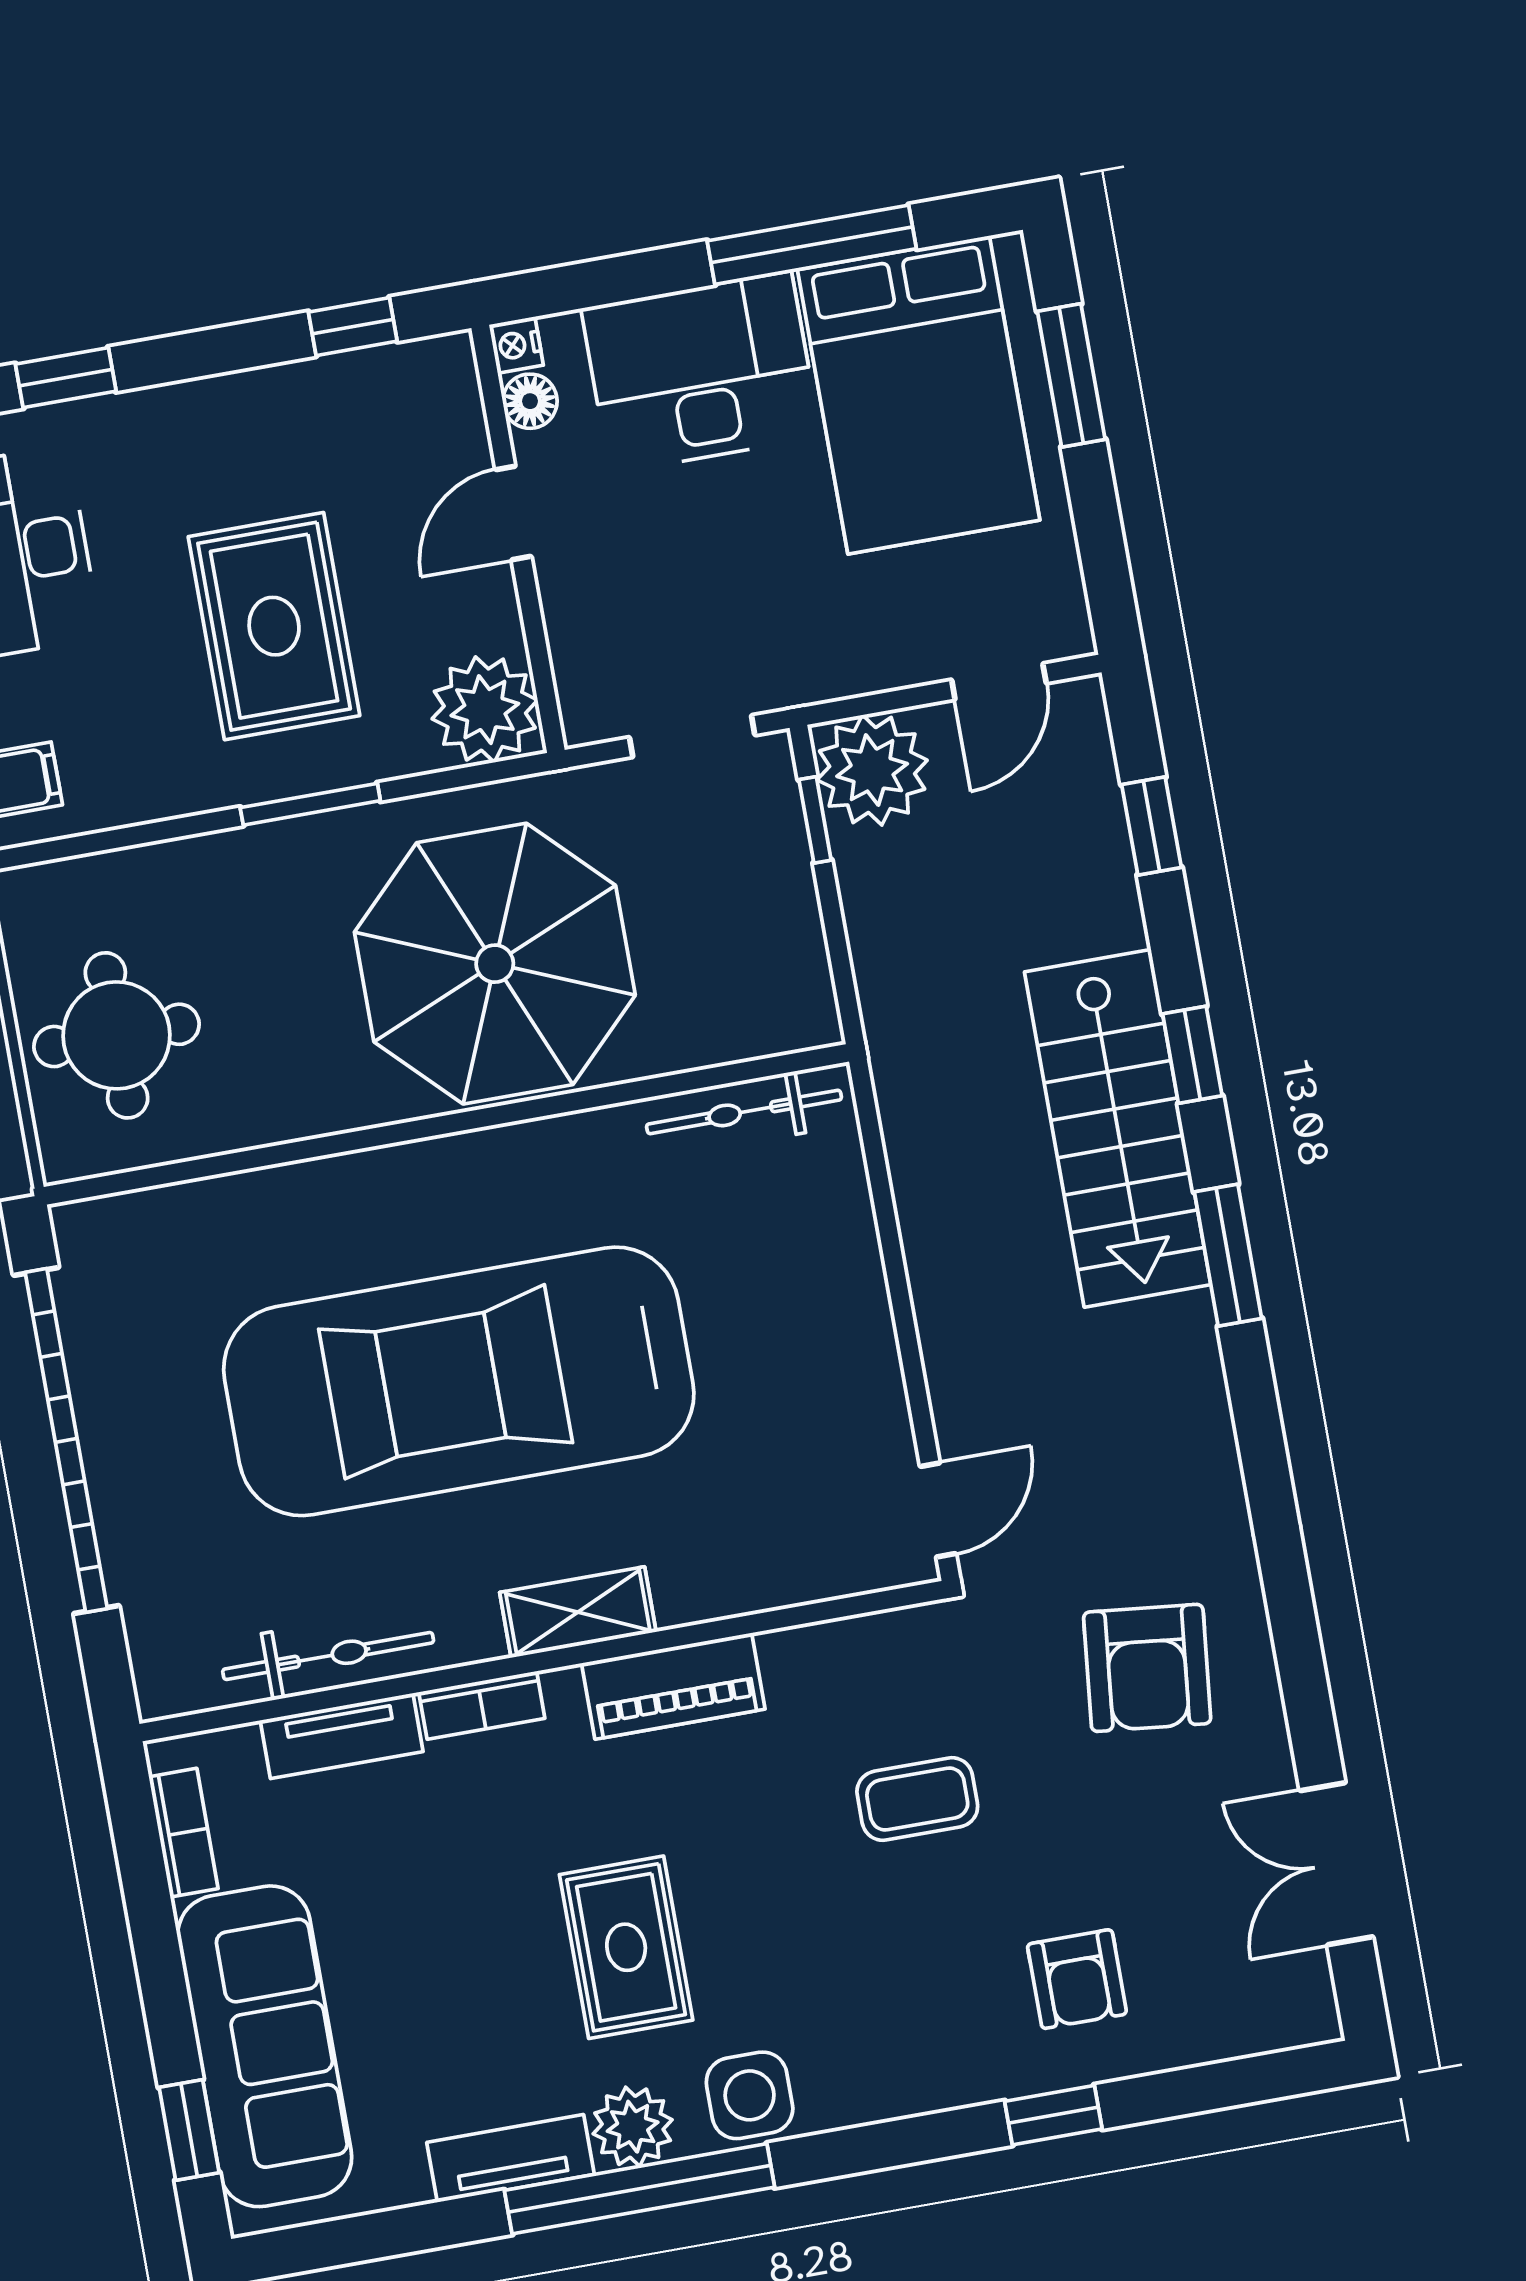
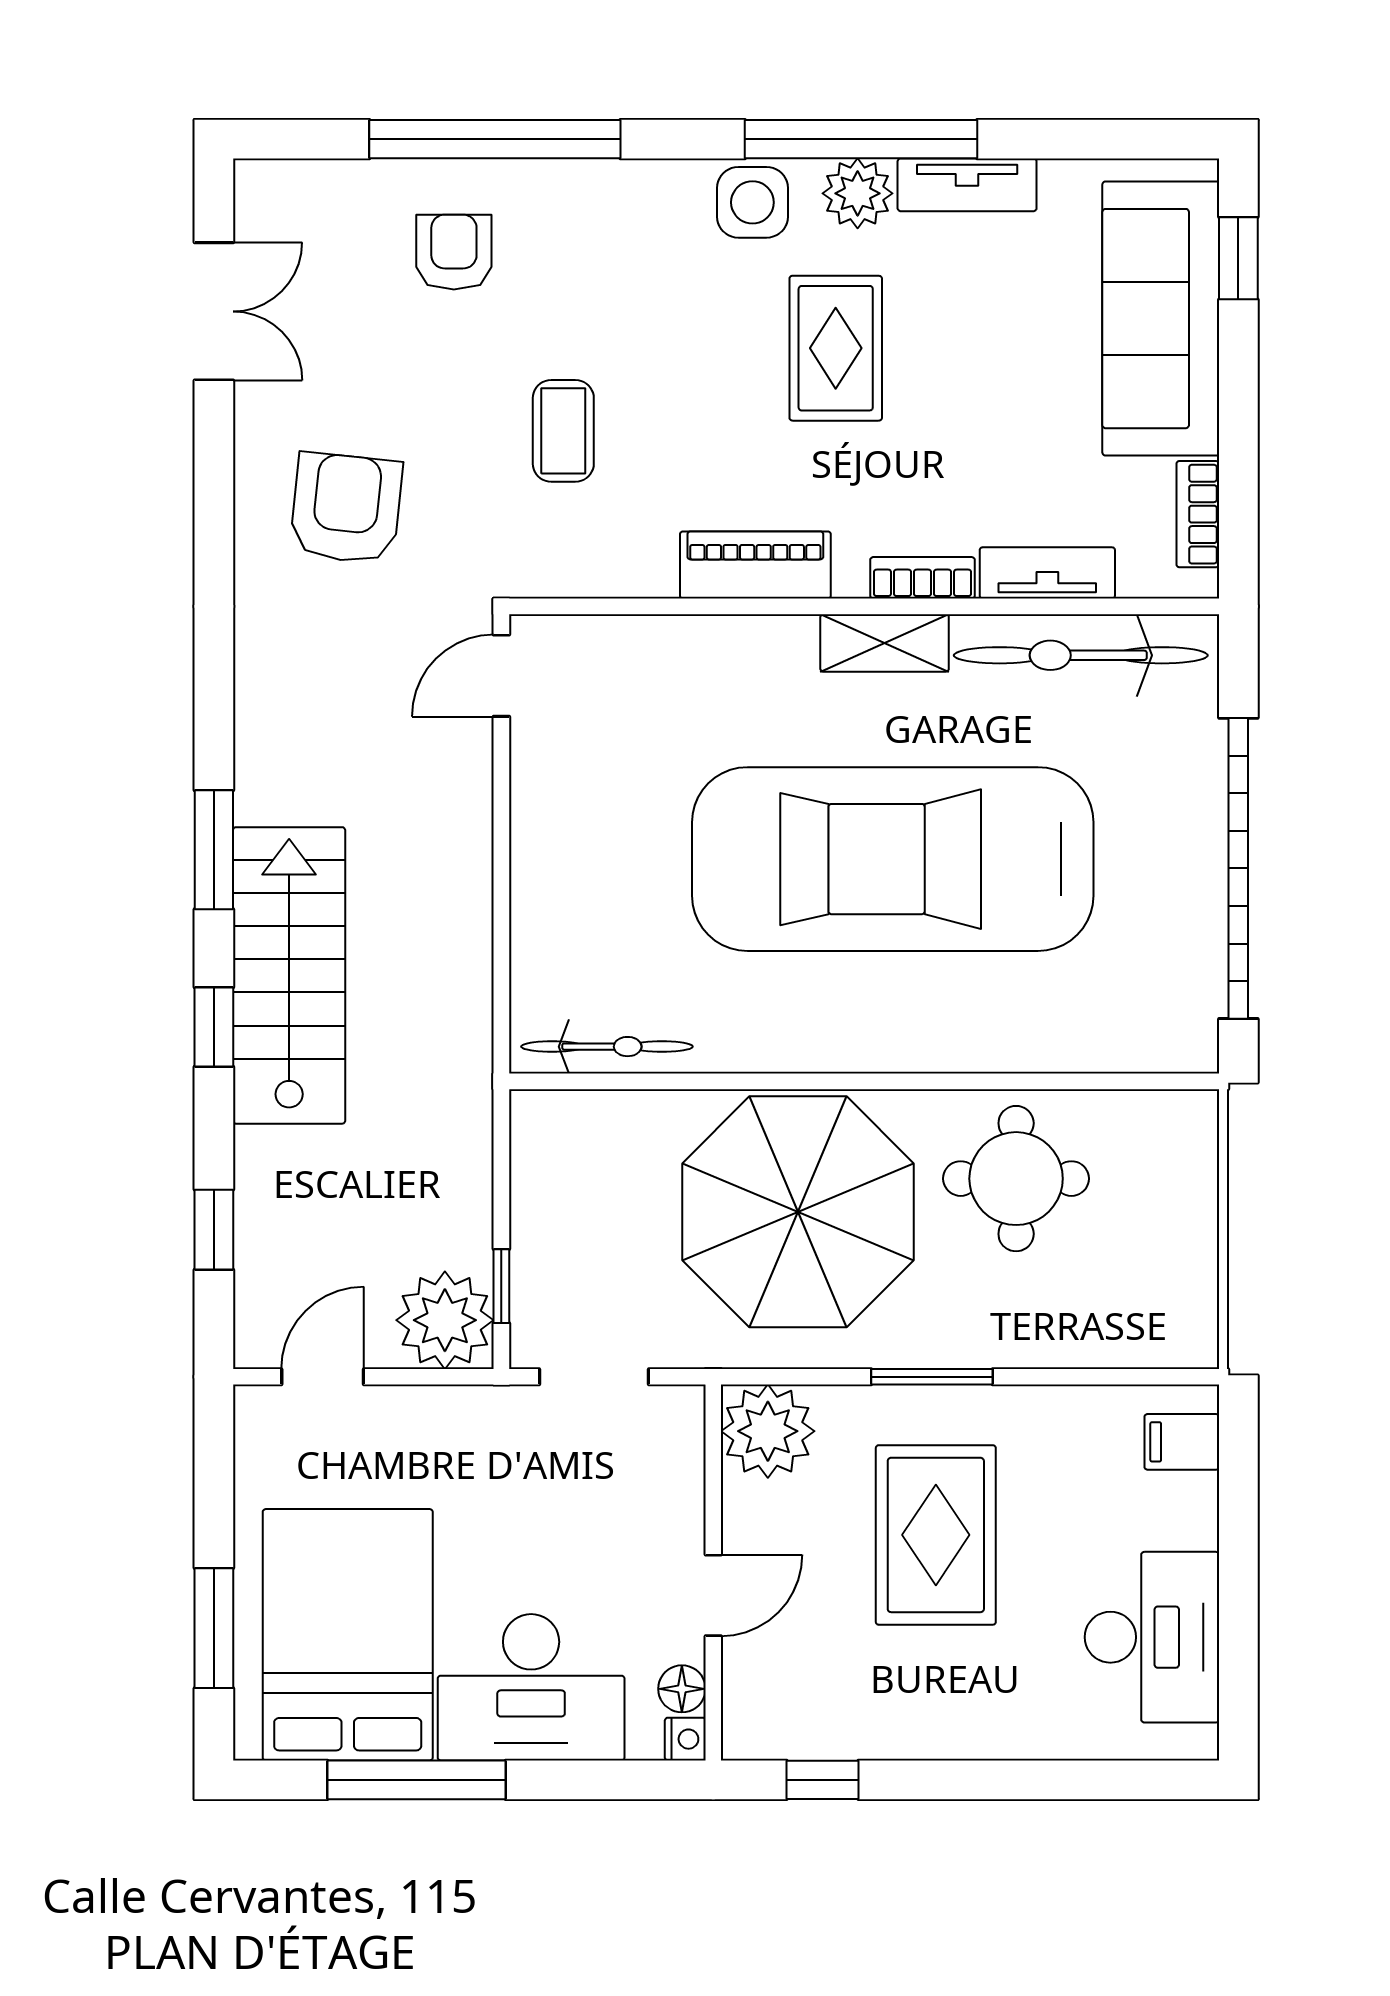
window: (66, 378) -> (1076, 1780), removed
round table: (117, 1035) -> (1016, 1179), moved
car: (459, 1381) -> (893, 859), turned 180
shelving: (578, 1612) -> (885, 643), moved
bicycle: (328, 1656) -> (1081, 655), width x1.37, depth x1.40
coffee table: (917, 1799) -> (563, 431), turned 90
window: (1053, 2115) -> (495, 139), width x3.17

